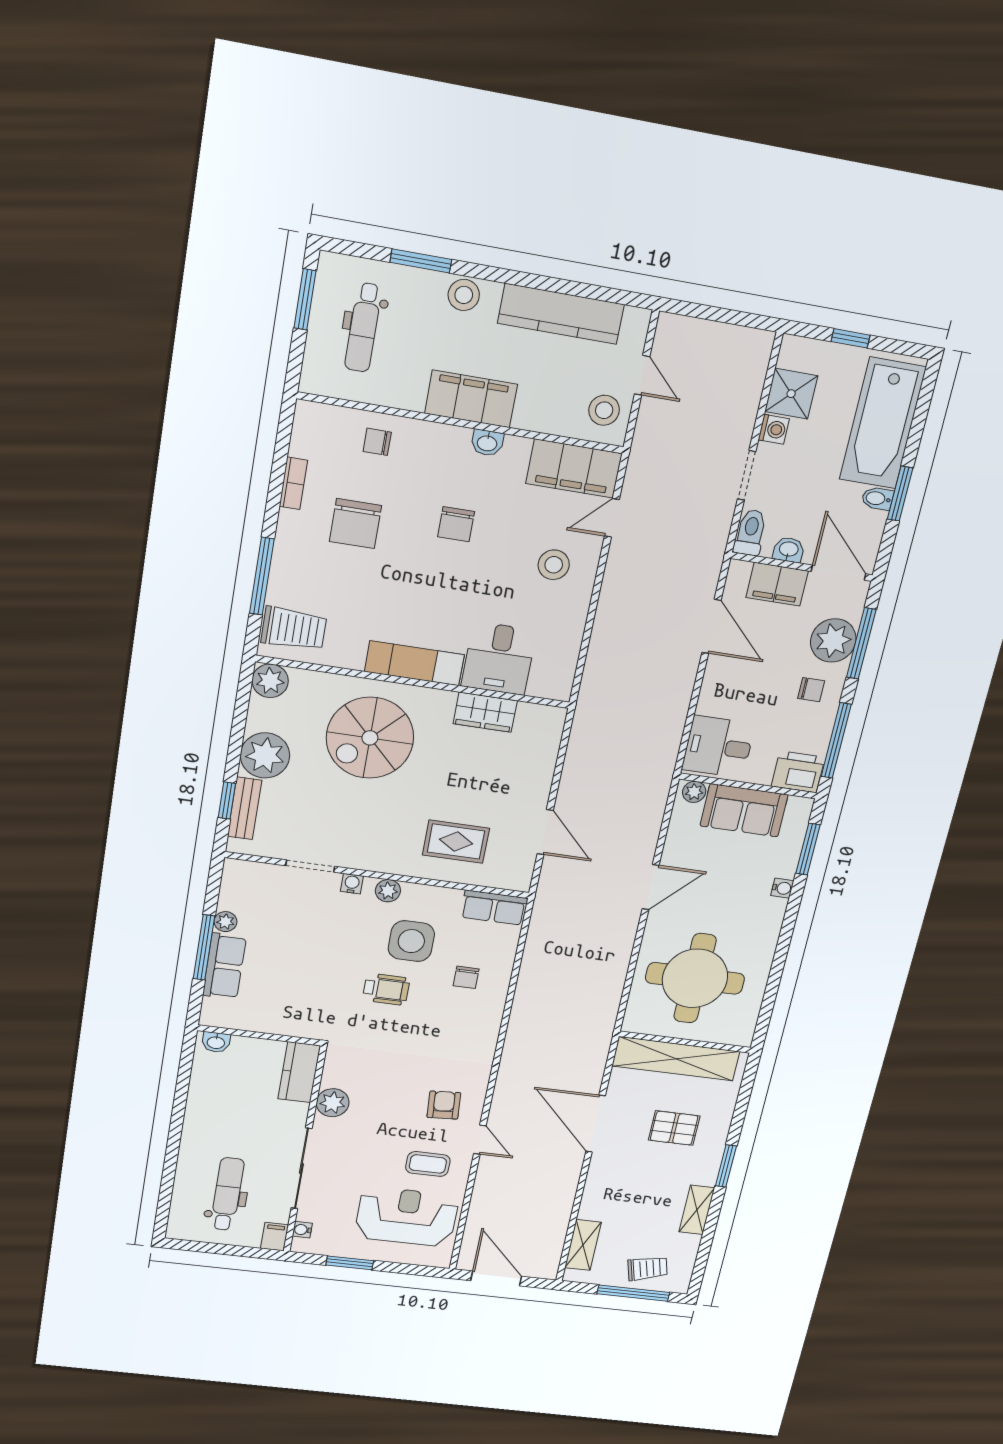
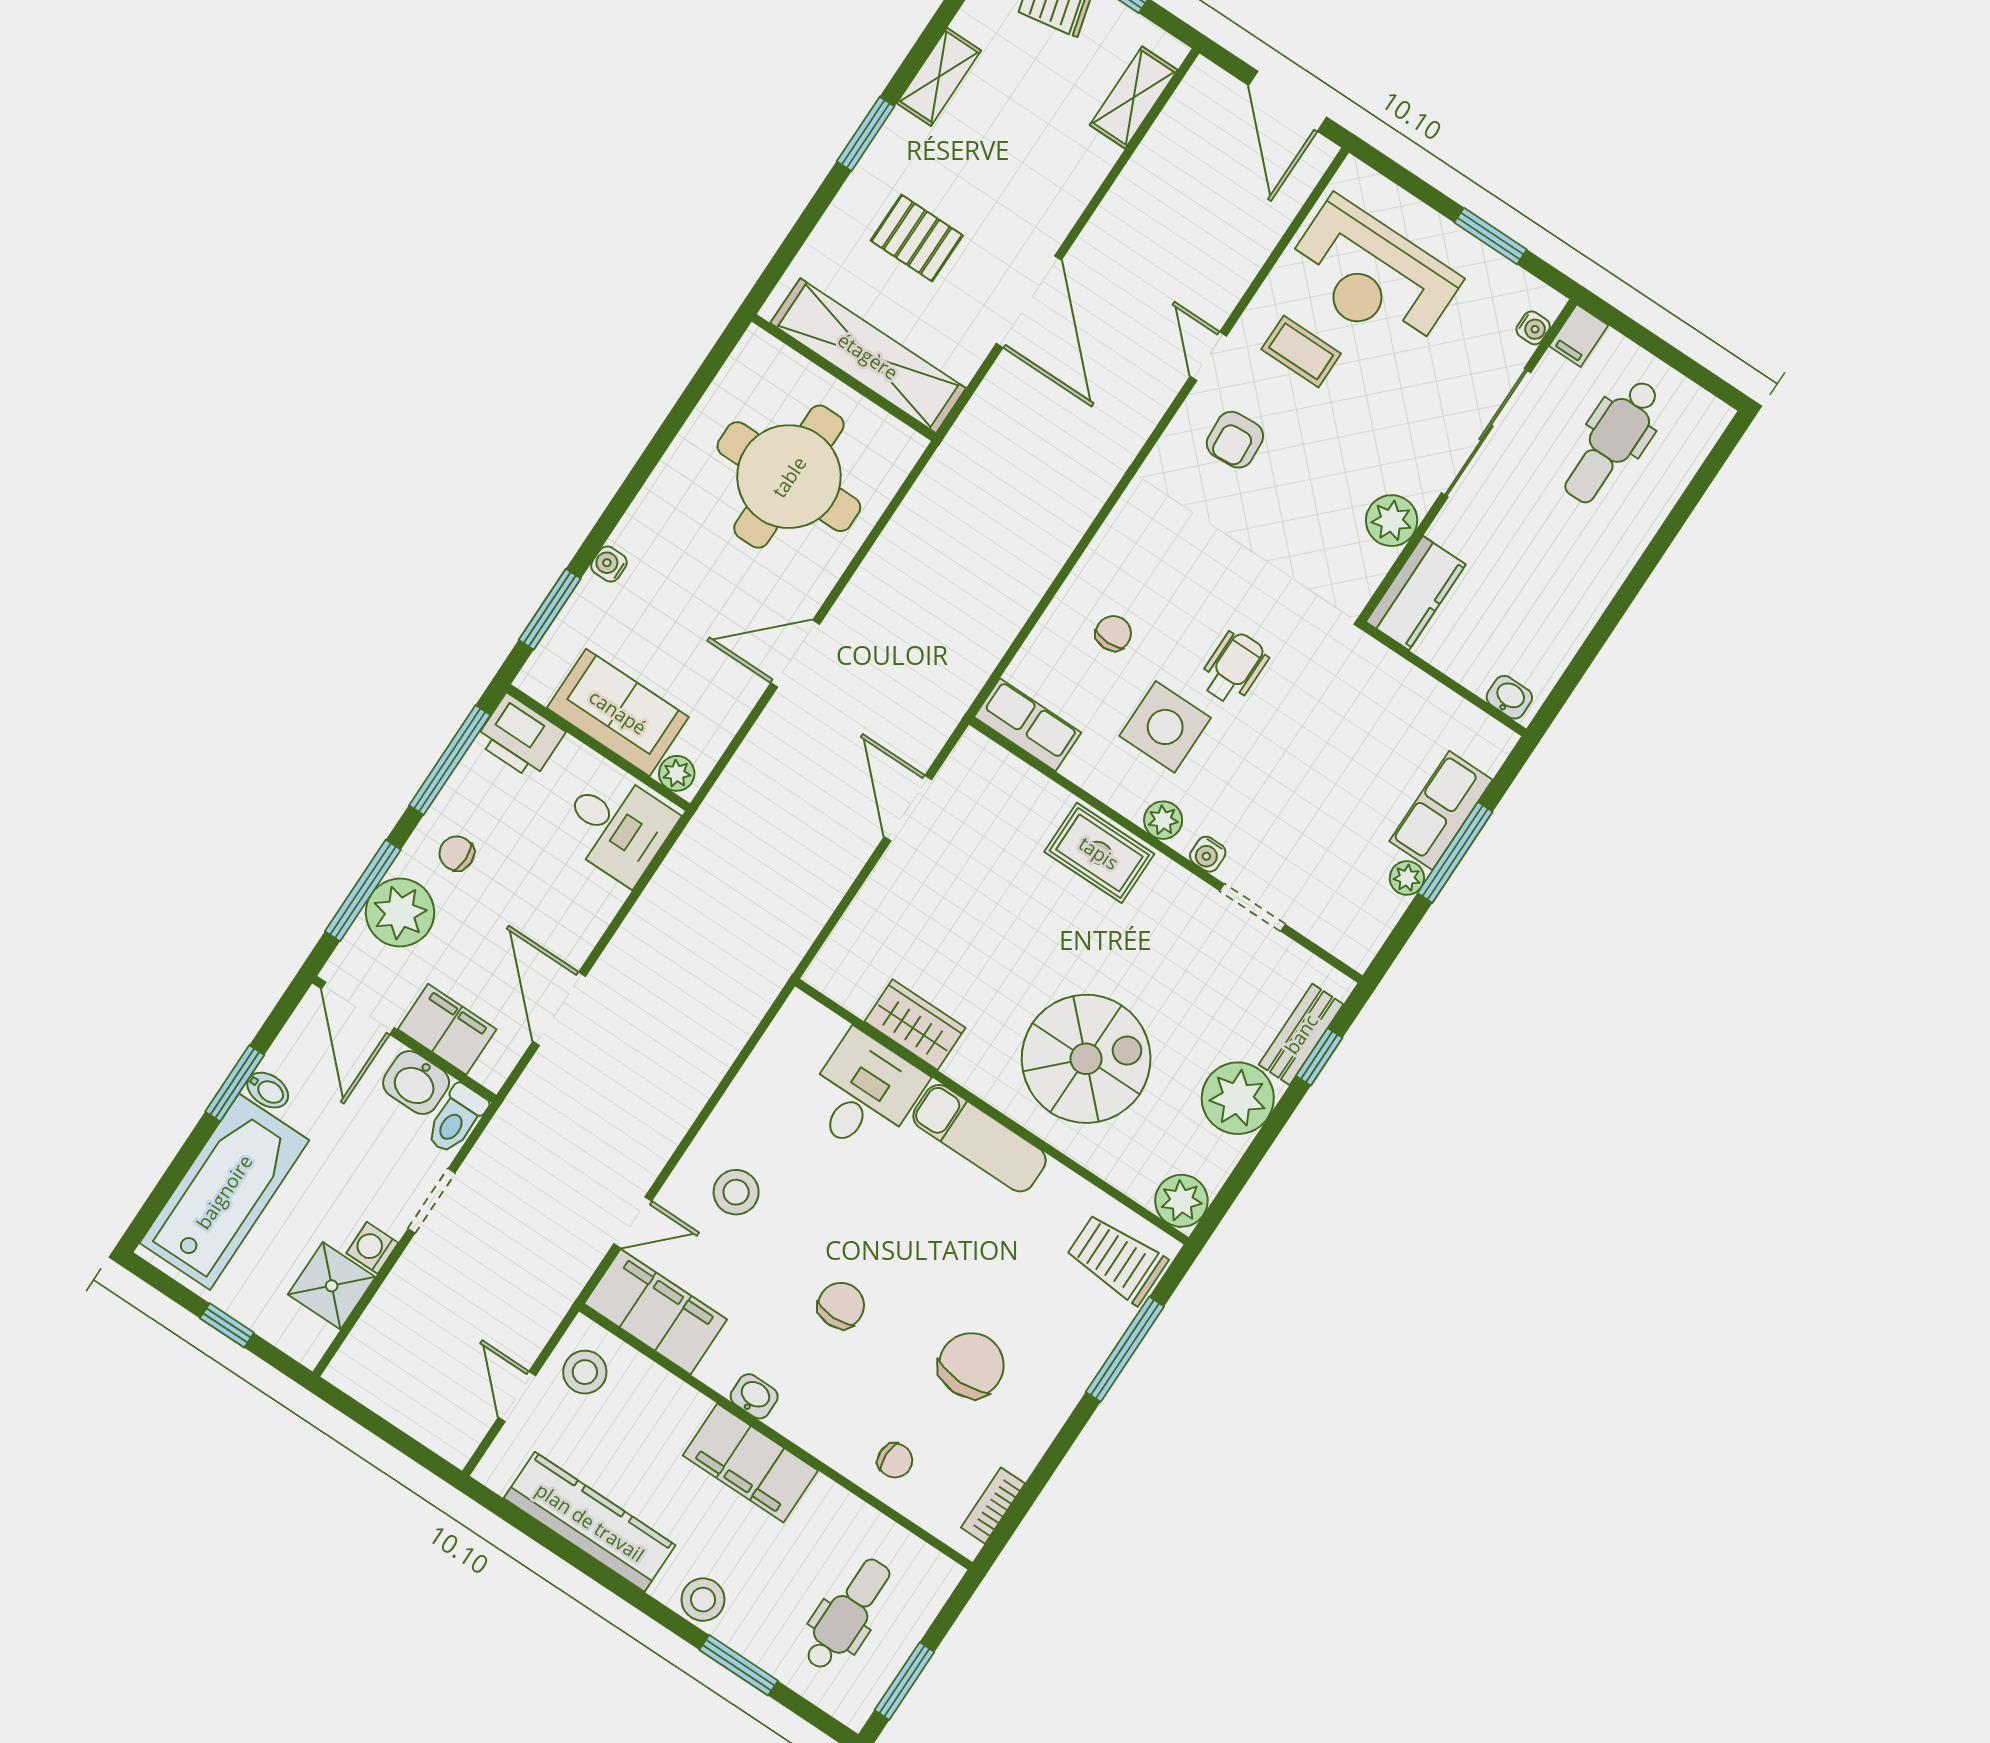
bookcase: (293, 483) -> (993, 1506), moved
washbasin: (789, 550) -> (416, 1083), width x1.38, depth x1.45
rug: (456, 842) -> (1099, 853), moved
wheelchair: (386, 989) -> (1234, 668), turned 90

